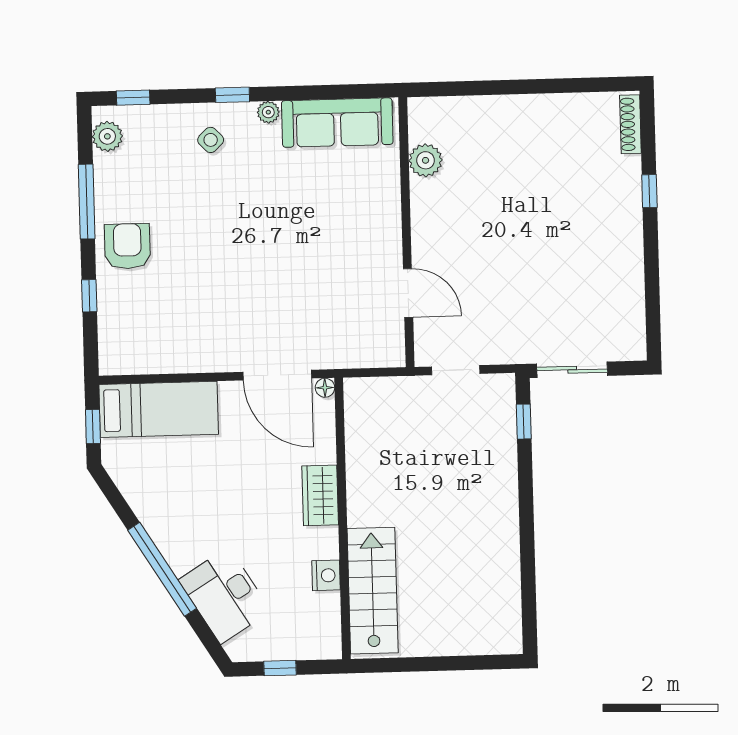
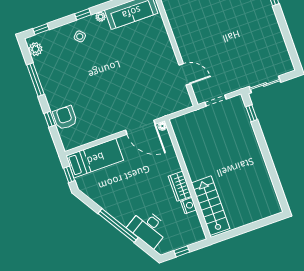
plant: (426, 160) -> (174, 16), removed
armchair: (127, 246) -> (65, 118), moved
wardrobe: (320, 495) -> (180, 186), moved

